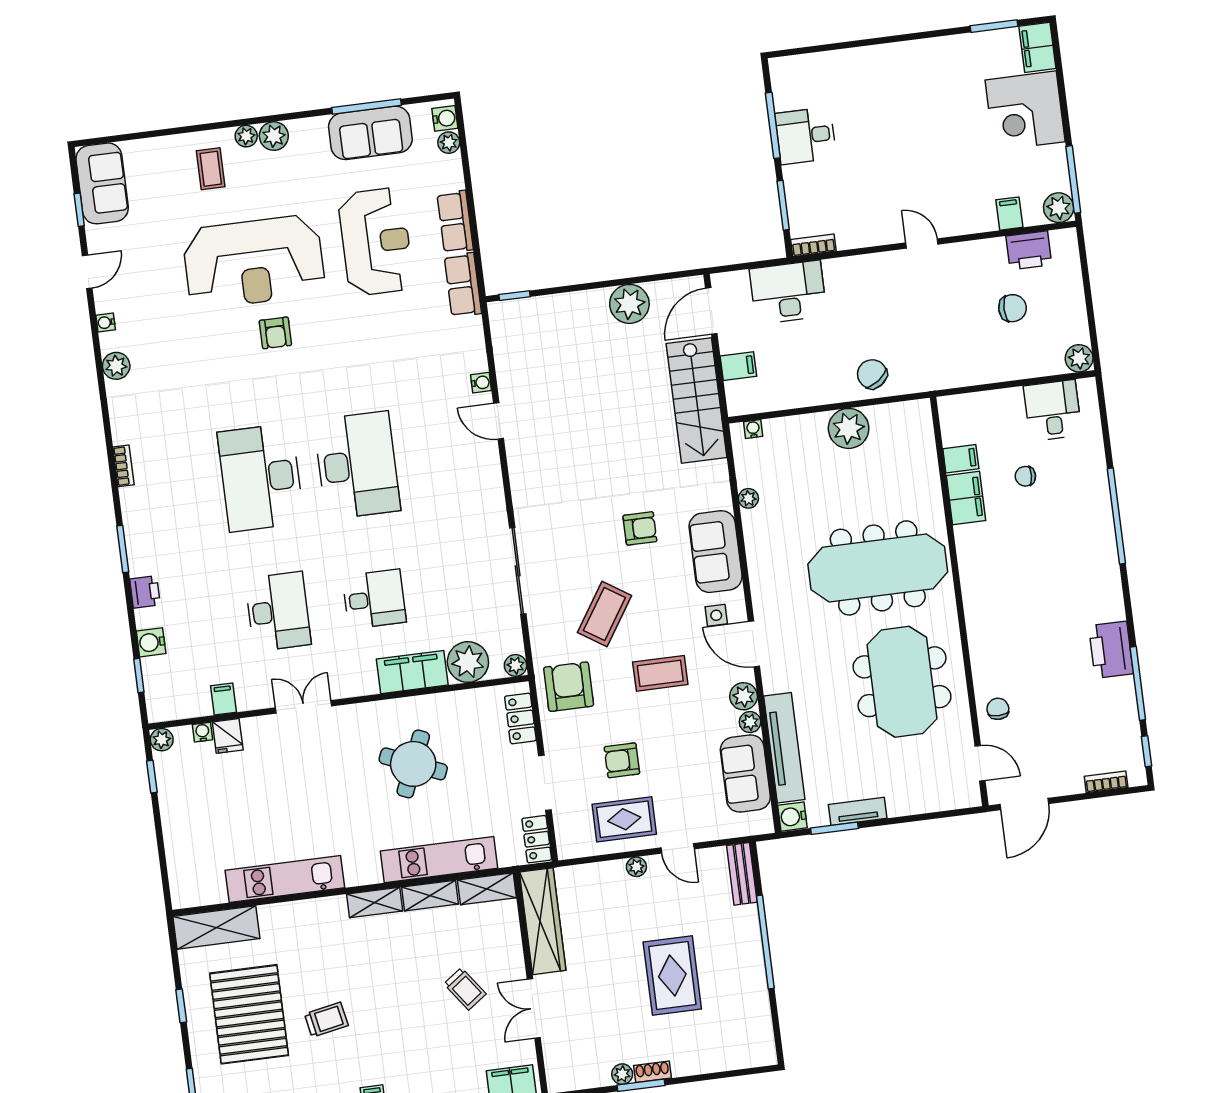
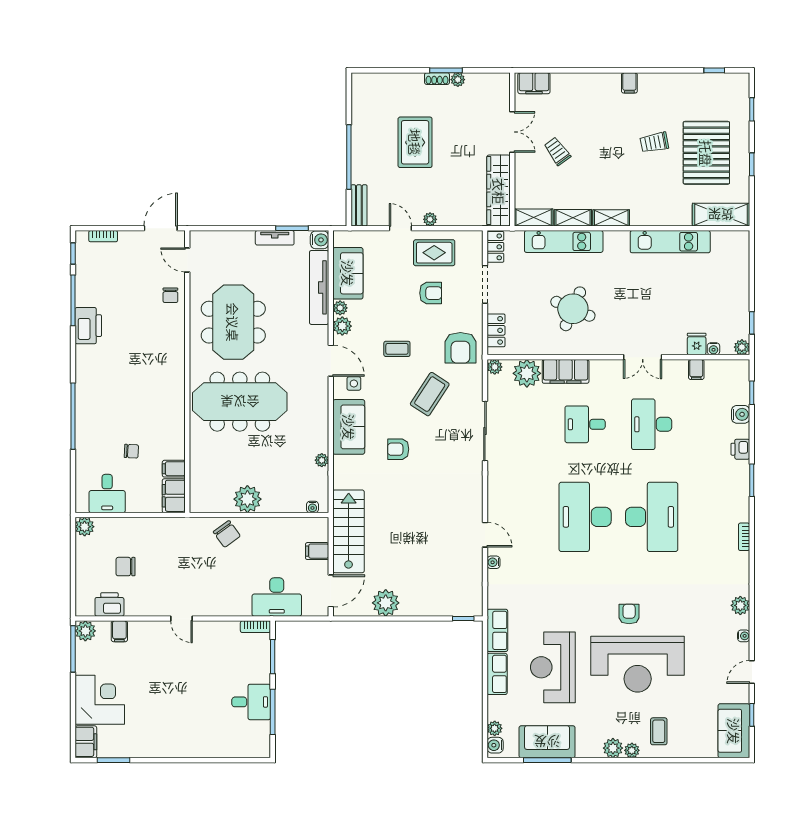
reception desk: (254, 262) -> (638, 664), turned 180
filing cabinet: (966, 498) -> (174, 496), moved
coffee table: (660, 673) -> (397, 349), width x0.73, depth x0.77

